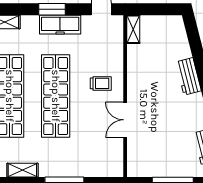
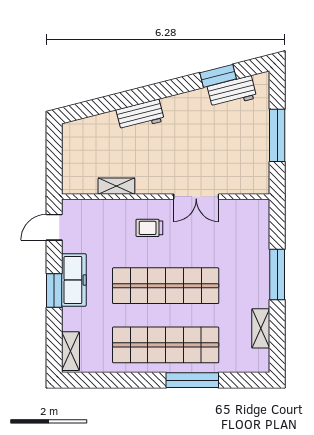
shelving: (133, 29) -> (116, 186), moved
trolley: (101, 83) -> (149, 228), turned -90

